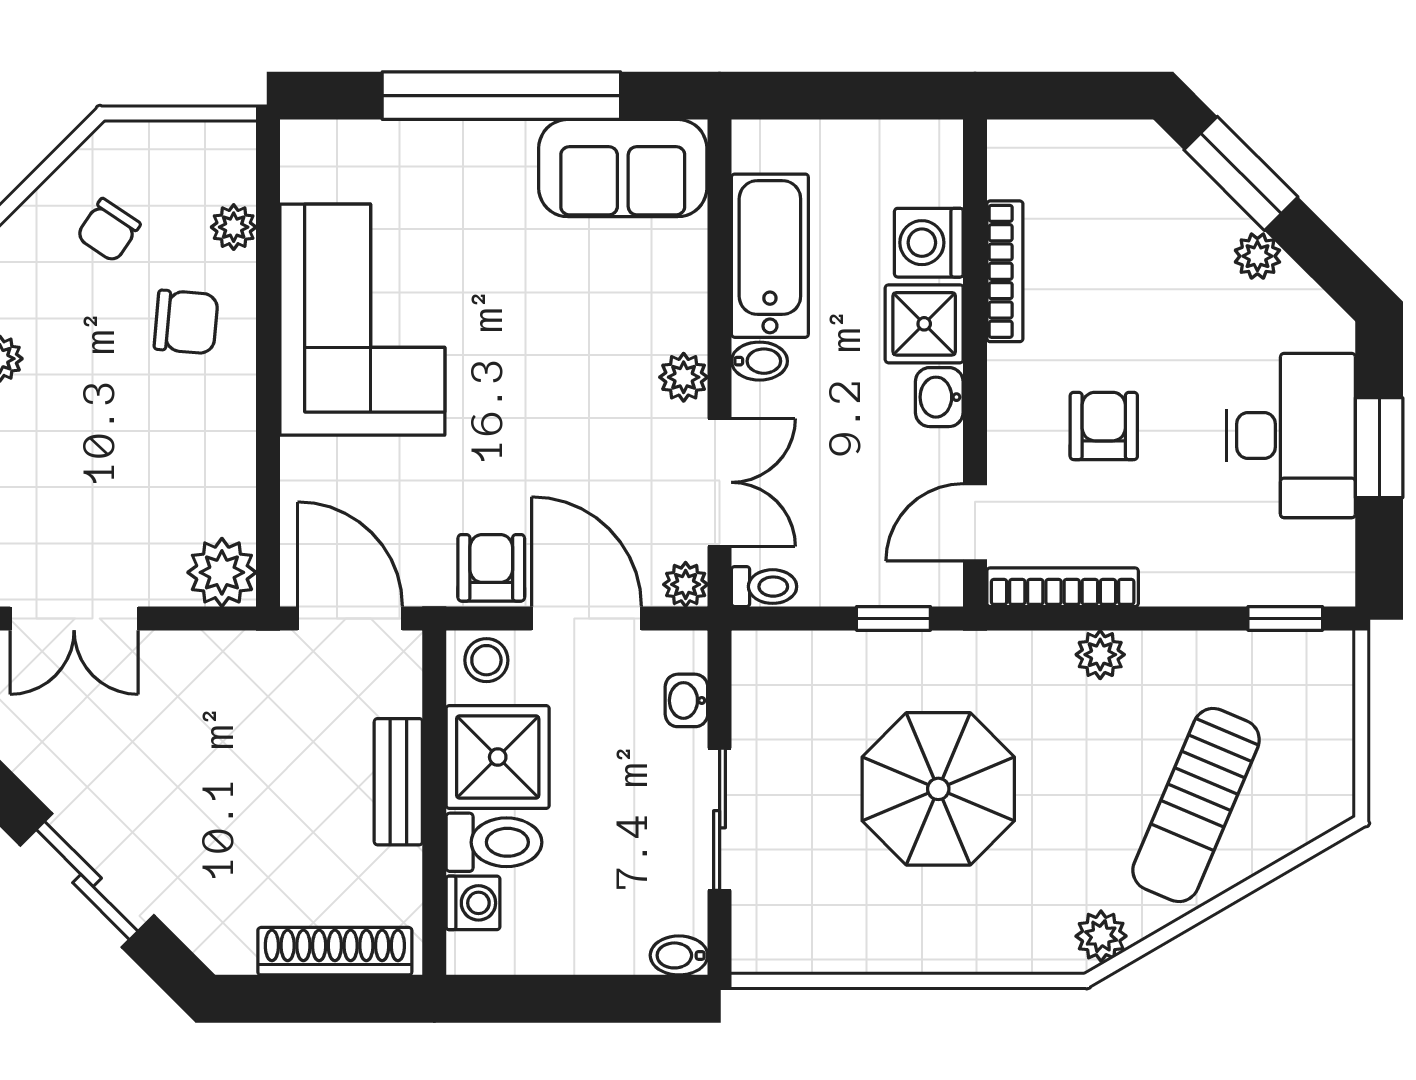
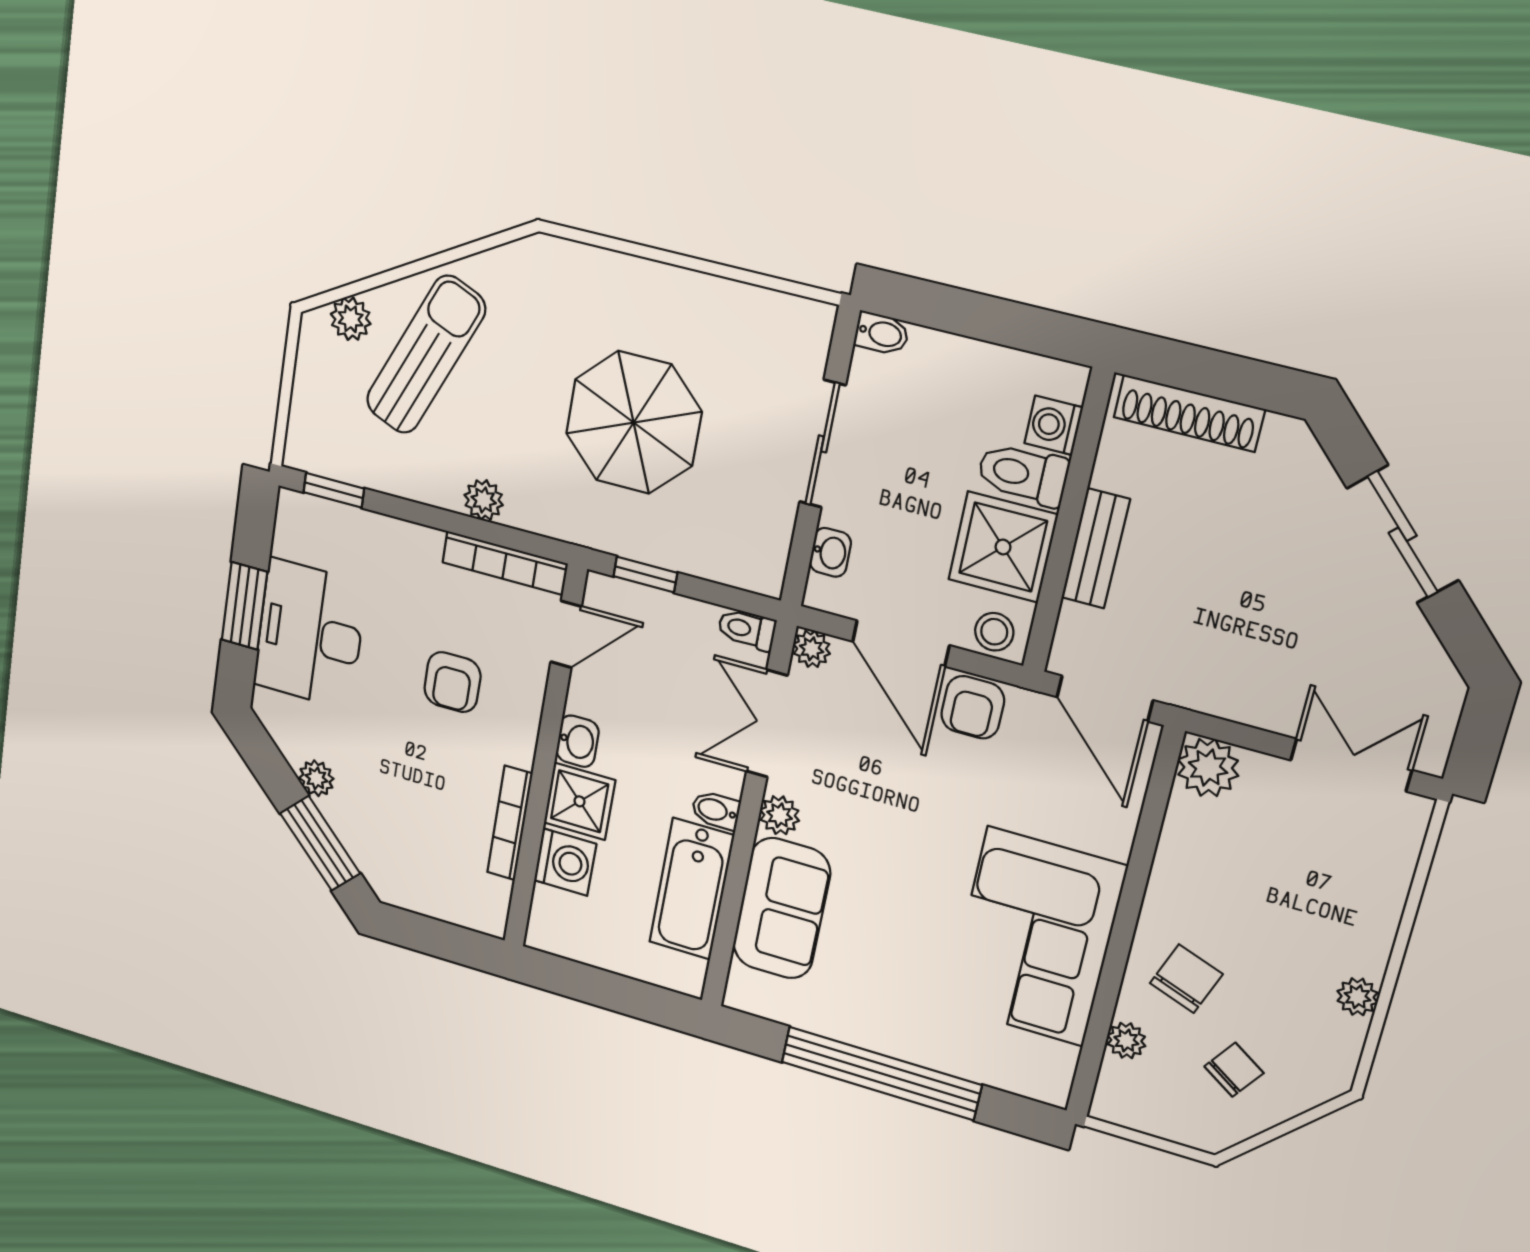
sofa: (623, 168) -> (782, 908), moved, turned 90
chair: (186, 322) -> (1186, 979), turned 105
plant: (1101, 936) -> (351, 319), moved

